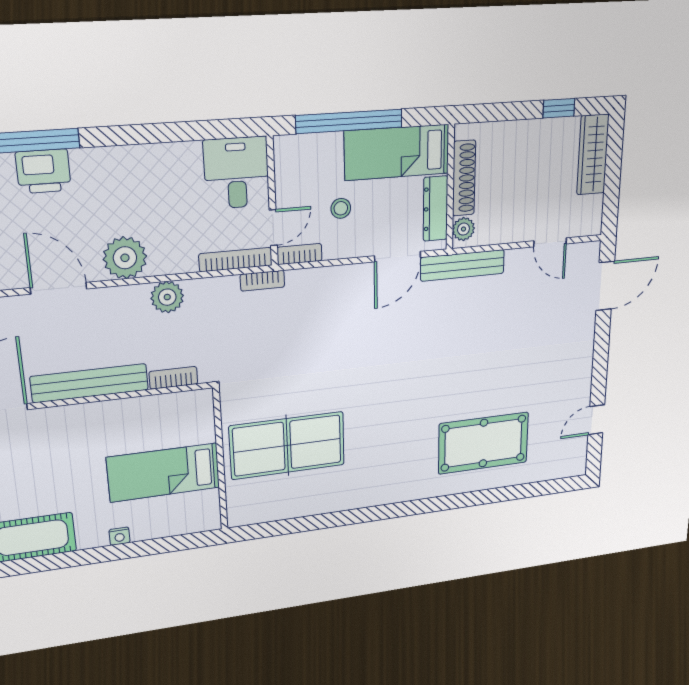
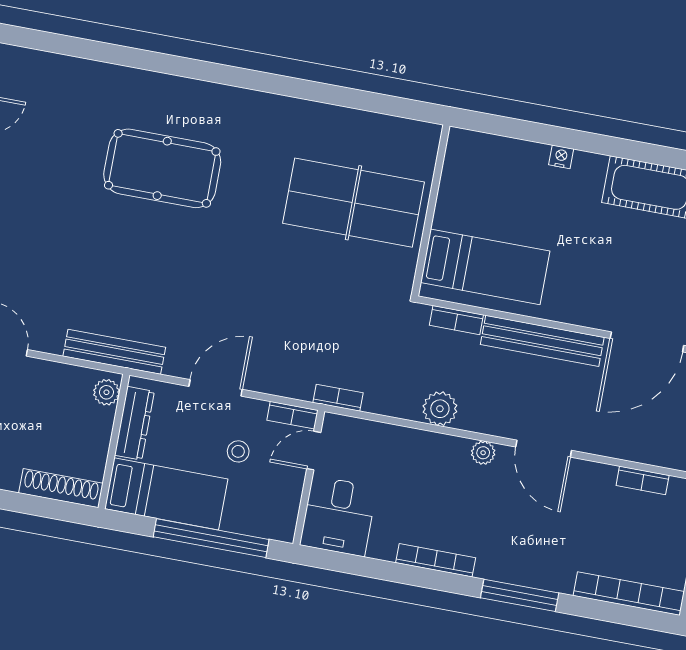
printer: (43, 171) -> (524, 566), removed
shoe rack: (464, 178) -> (61, 488), moved, turned 90
door: (398, 257) -> (216, 388), moved
plant: (125, 258) -> (483, 453), width x0.53, depth x0.53
bookcase: (236, 260) -> (436, 560), moved, turned 180
pool table: (483, 443) -> (162, 168), moved
bed: (164, 473) -> (485, 267), moved

